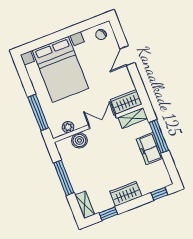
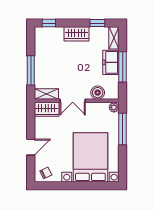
plant: (68, 127) -> (114, 107), moved
freezer: (150, 149) -> (111, 62), moved, turned 180

